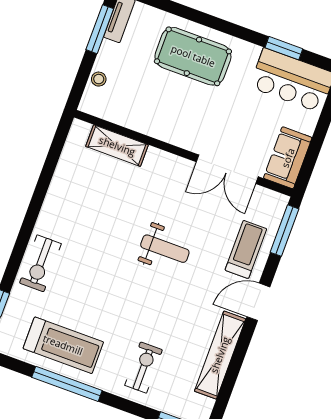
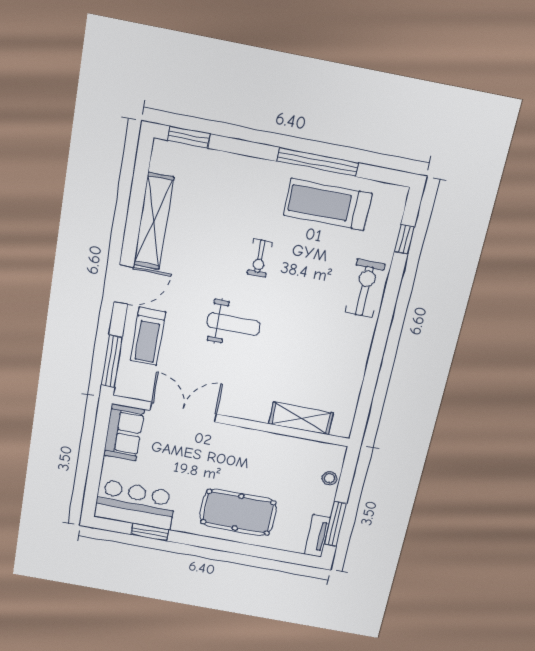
weight bench: (165, 249) -> (234, 324), turned 180
exercise bike: (143, 368) -> (260, 258), moved, width x0.73, depth x0.72

